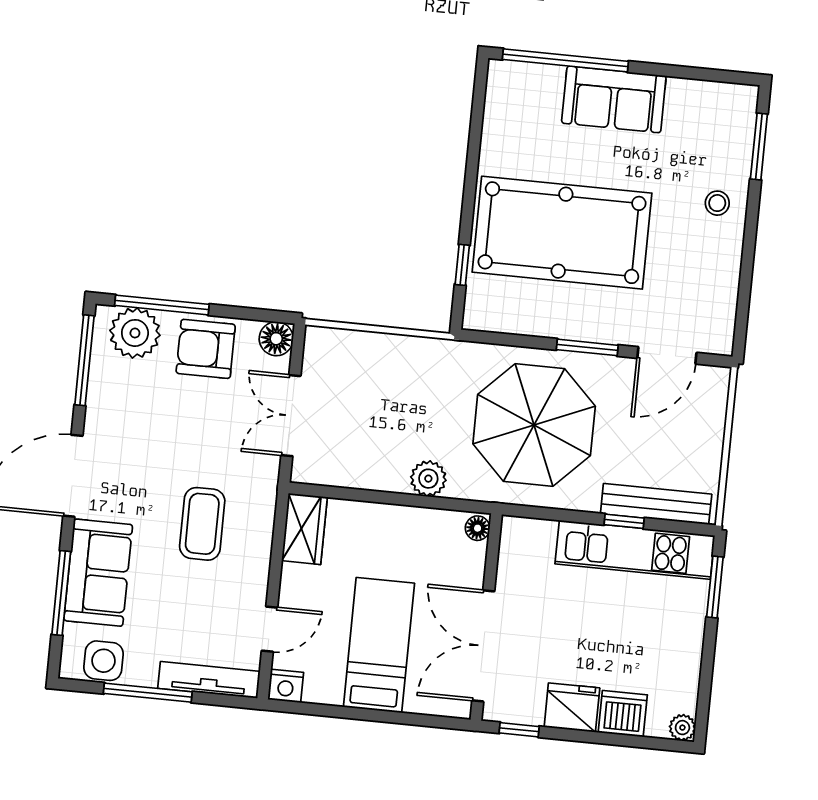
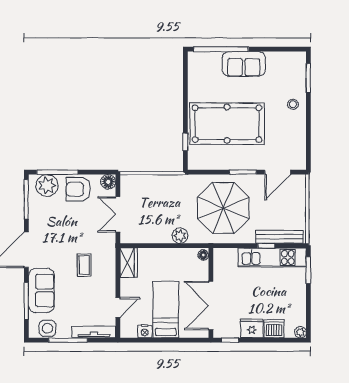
coffee table: (202, 524) -> (84, 265), width x0.73, depth x0.77
nightstand: (286, 686) -> (145, 331), moved

